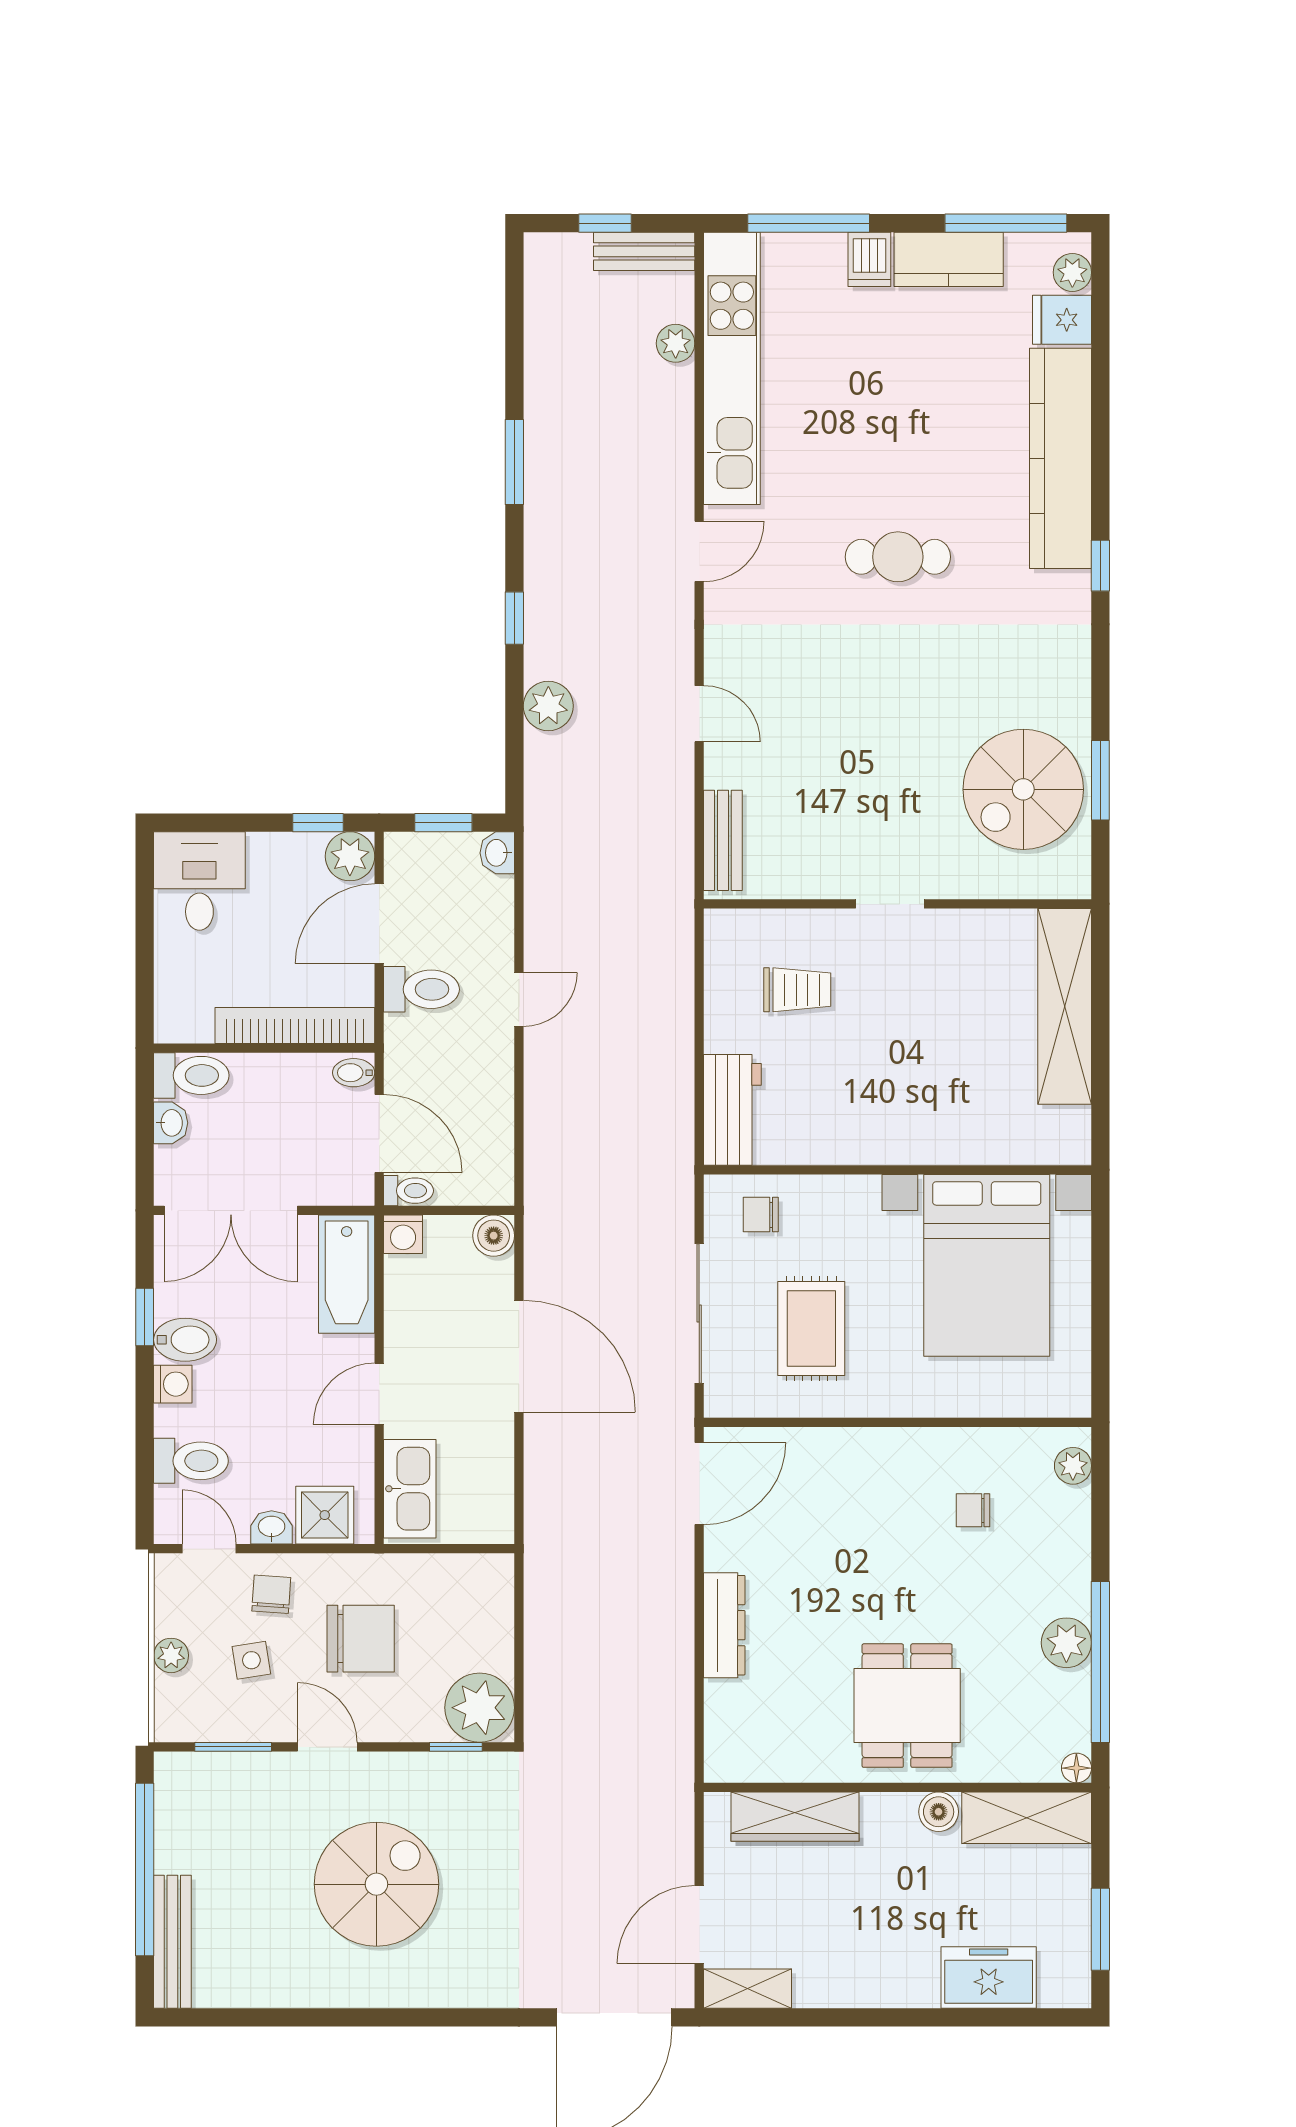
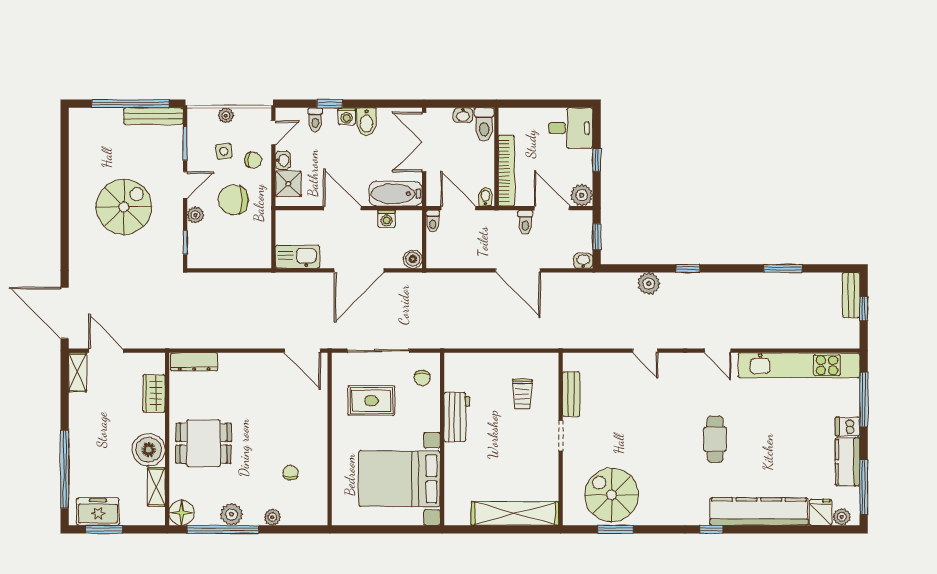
bench: (644, 251) -> (851, 295), moved
plant: (676, 343) -> (810, 340), removed
window: (514, 462) -> (783, 268), moved
door: (699, 714) -> (645, 351), hinge flipped
window: (318, 823) -> (597, 160), moved
bench: (723, 840) -> (571, 394), moved, turned 90
toilet: (421, 989) -> (525, 222), width x0.73, depth x0.72
door: (519, 999) -> (518, 270), width x1.87
workbench: (732, 1110) -> (457, 417), moved, turned -90
door: (379, 1133) -> (458, 208), swing flipped
chair: (761, 1215) -> (422, 378), turned 180
washing machine: (403, 1234) -> (387, 219), moved, turned -90
window: (145, 1317) -> (330, 104), moved
door: (379, 1394) -> (342, 208), width x1.38
toilet: (191, 1461) -> (315, 120), width x0.73, depth x0.72
plant: (1073, 1466) -> (272, 517), moved
kitchen sink: (410, 1489) -> (297, 257), moved, turned 180
dresser: (724, 1625) -> (194, 362), moved
chair: (361, 1639) -> (233, 200), turned 90
plant: (480, 1708) -> (195, 215), moved, width x0.53, depth x0.53
floor lamp: (1076, 1768) -> (182, 513), width x1.89, depth x1.89
boiler: (939, 1812) -> (149, 450), width x1.86, depth x1.86
wardrobe: (795, 1817) -> (154, 393), width x0.67
shelving: (1027, 1818) -> (156, 487), width x0.67, depth x0.75
spiral stairs: (376, 1884) -> (124, 207), turned -90
bench: (172, 1942) -> (153, 116), moved
freezer: (989, 1977) -> (98, 512), moved, turned -90
window: (965, 2017) -> (65, 469), added

